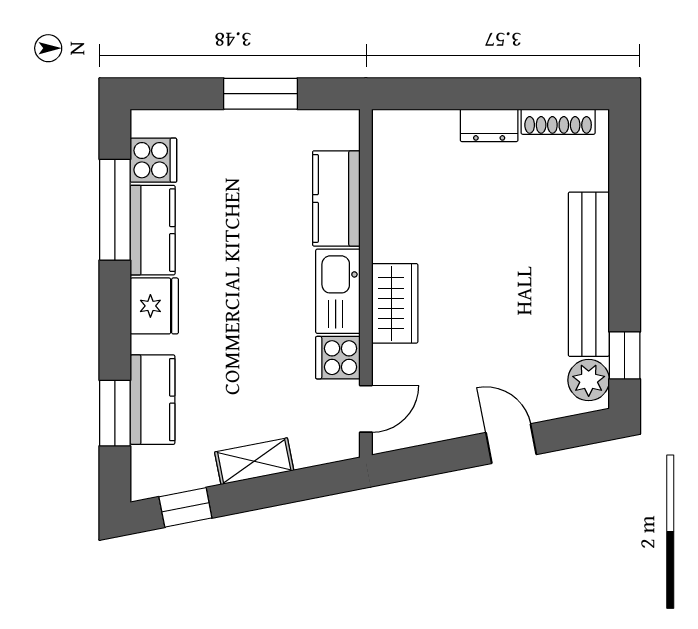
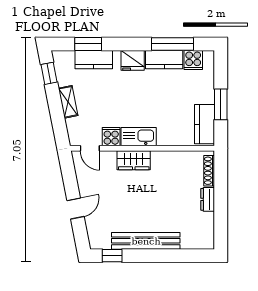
shoe rack: (558, 122) -> (209, 171), moved
kitchen counter: (336, 198) -> (204, 124), moved, turned -90
plant: (589, 380) -> (102, 241), removed

